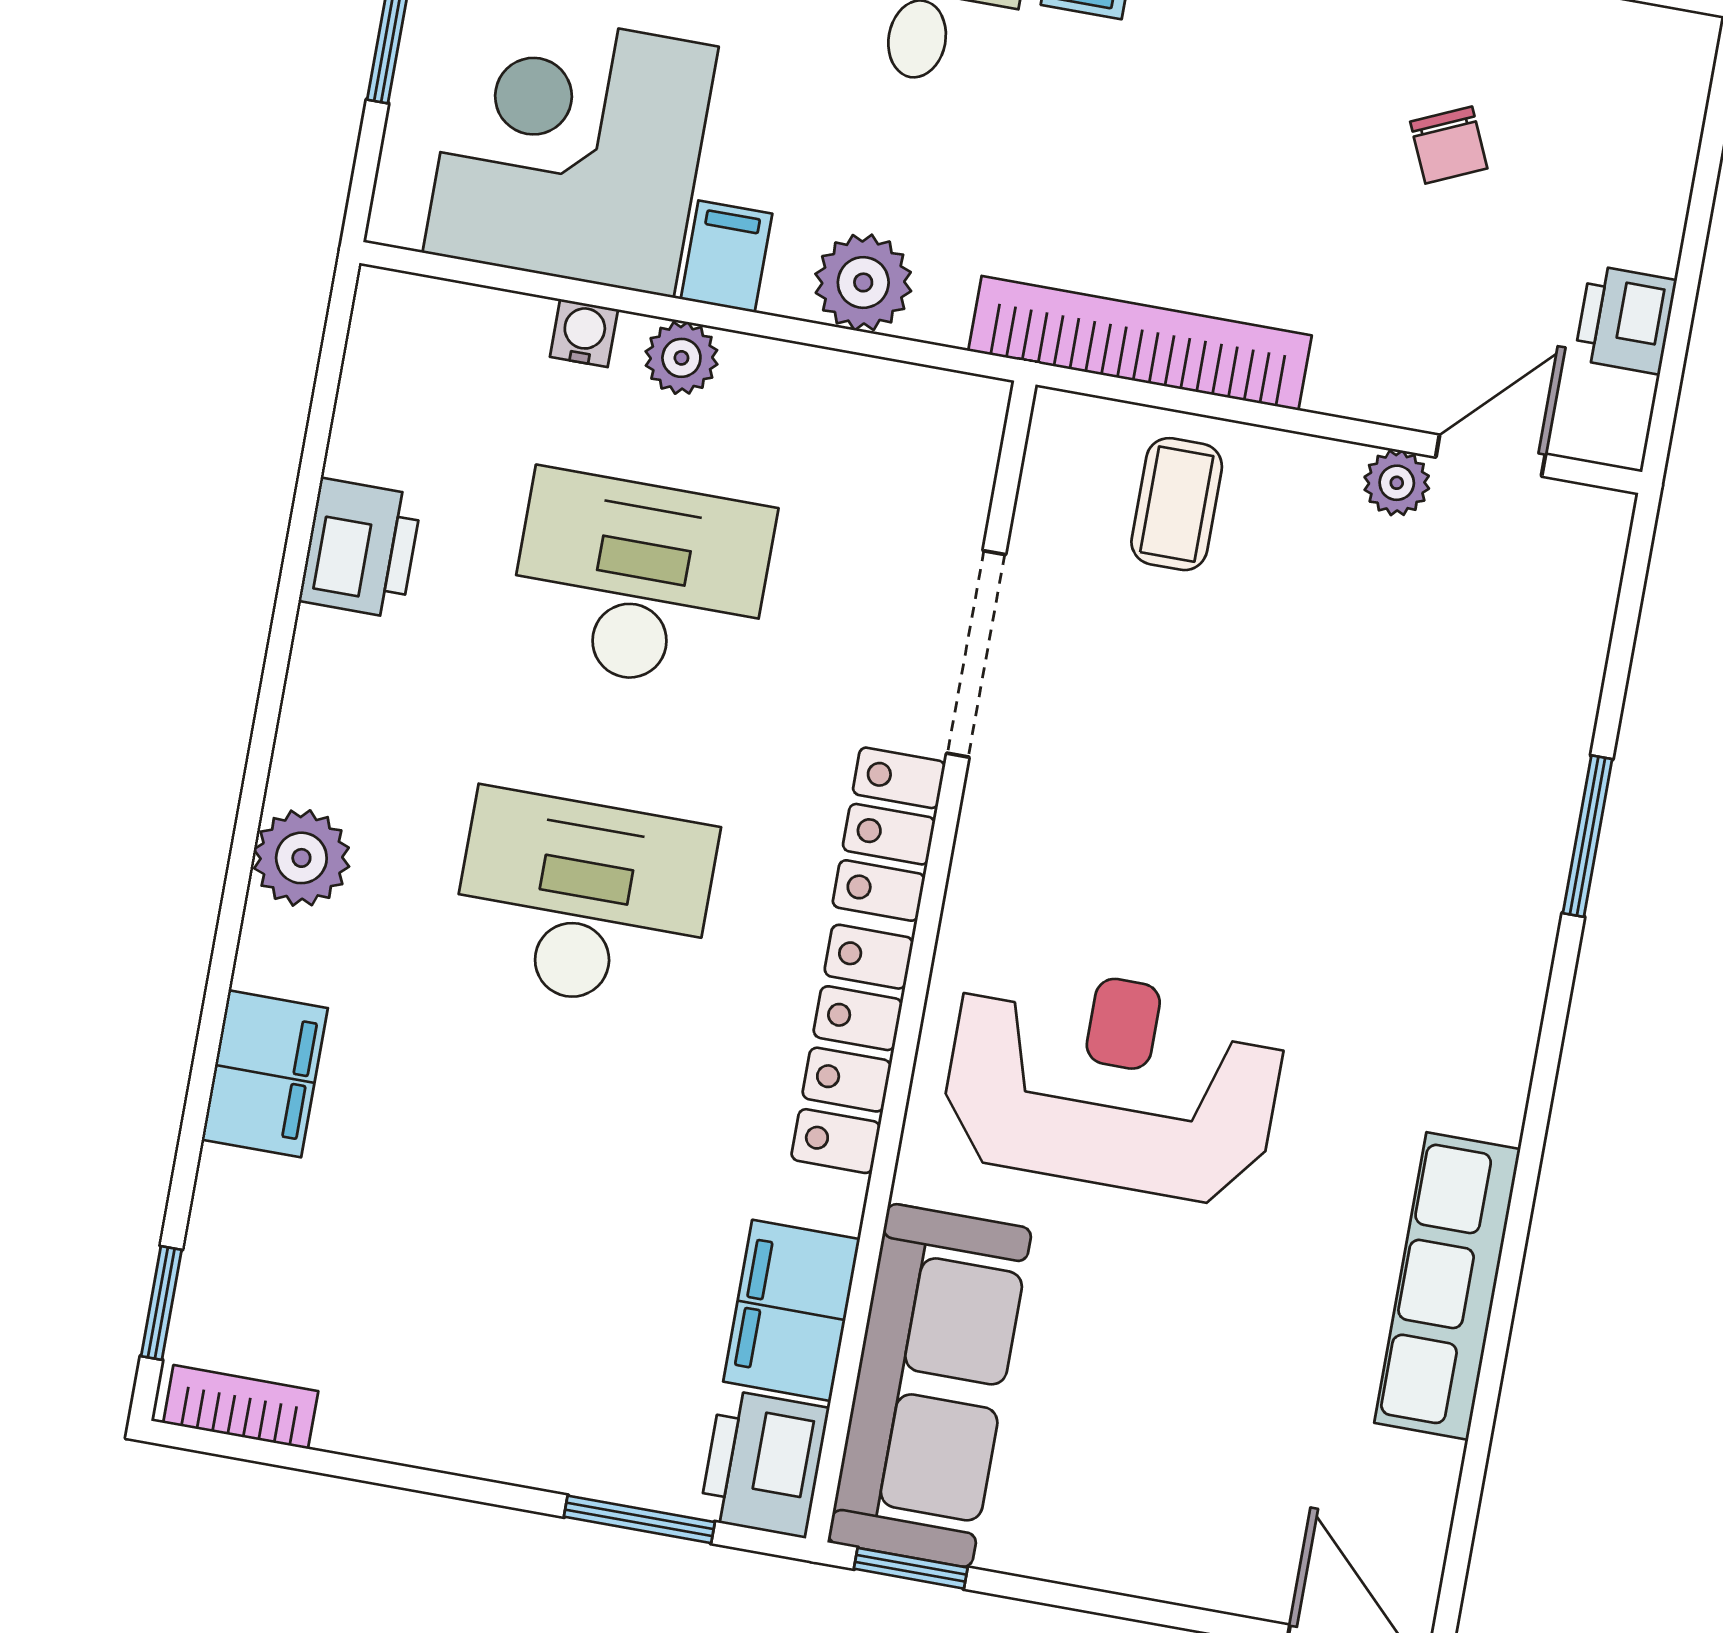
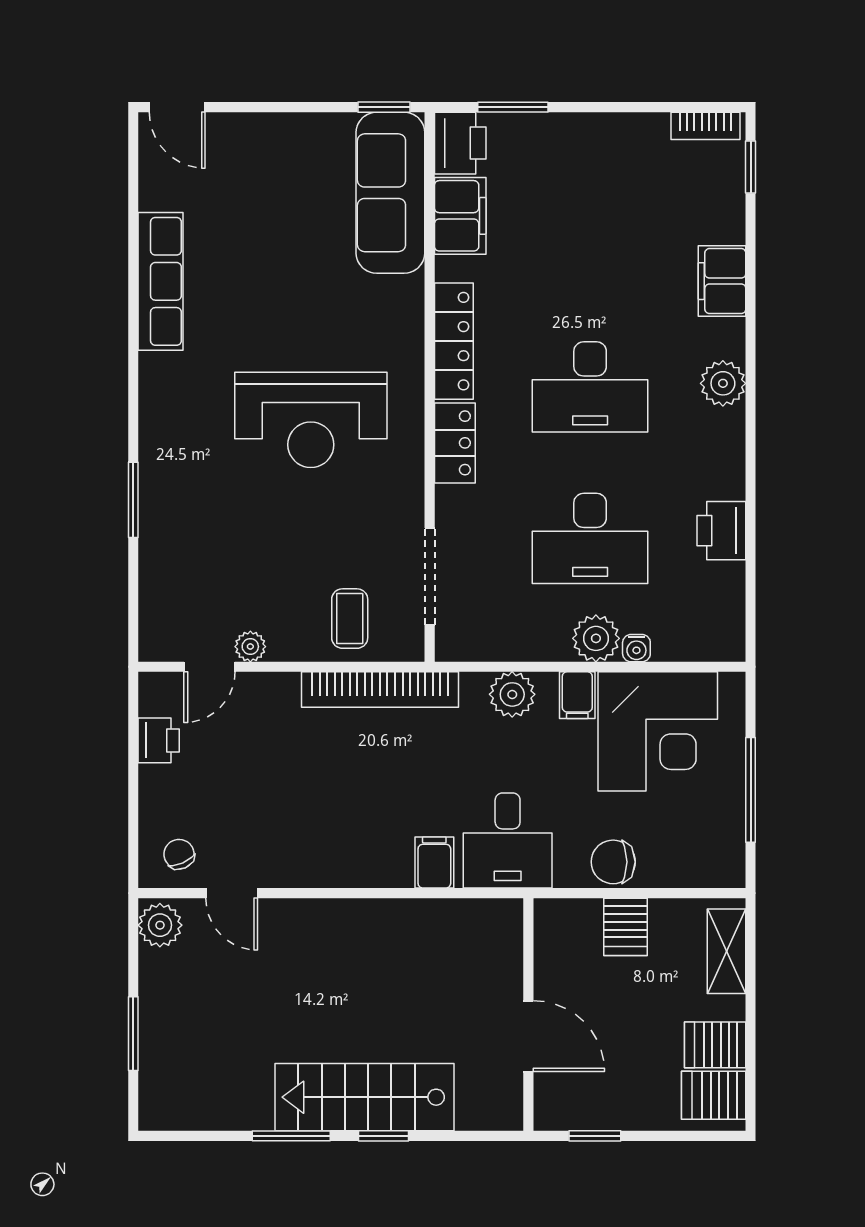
chair: (1449, 145) -> (179, 854), moved
plant: (681, 358) -> (596, 638), width x1.38, depth x1.38
doorway: (976, 654) -> (430, 576), moved
reception desk: (1113, 1082) -> (311, 420), moved

